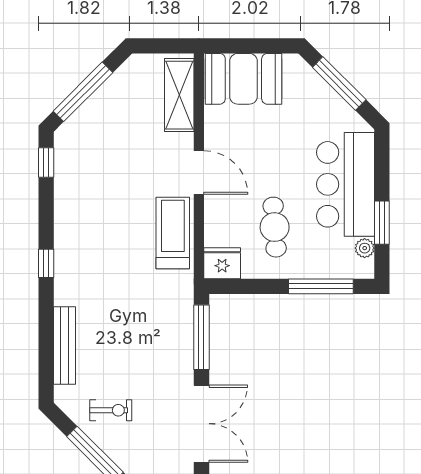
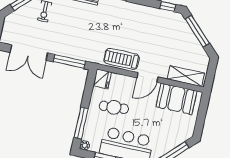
booth: (243, 79) -> (176, 99), moved, turned 90
treadmill: (173, 233) -> (122, 59), turned 180
plant: (365, 248) -> (85, 145), moved

